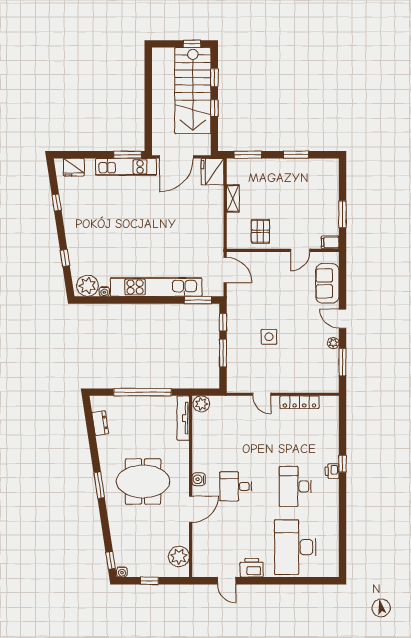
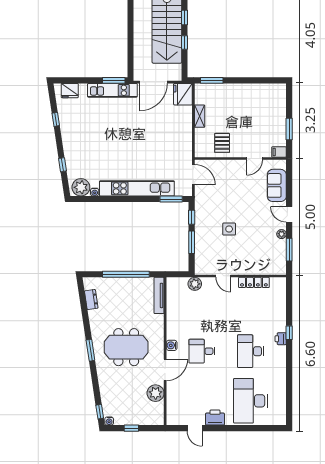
window: (296, 155) -> (251, 80), removed
plant: (201, 404) -> (195, 284), moved
plant: (179, 557) -> (156, 393), moved

